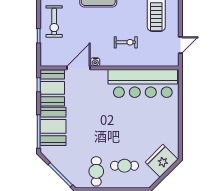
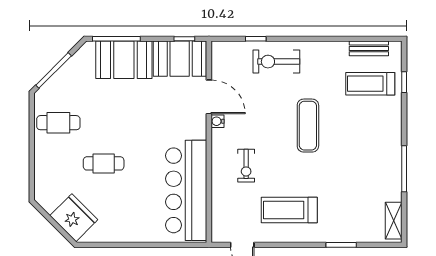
cafe table: (125, 166) -> (104, 163), moved, turned 90

